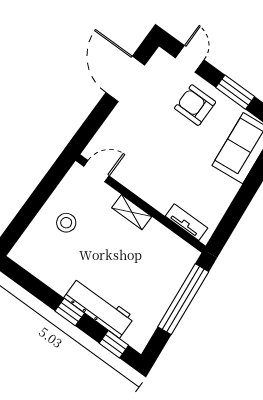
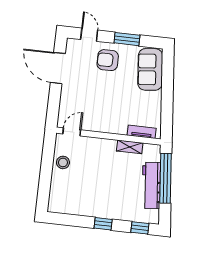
shelving: (132, 212) -> (130, 147), moved
stool: (66, 223) -> (63, 162), moved
workbench: (99, 308) -> (151, 185), moved, turned -95

